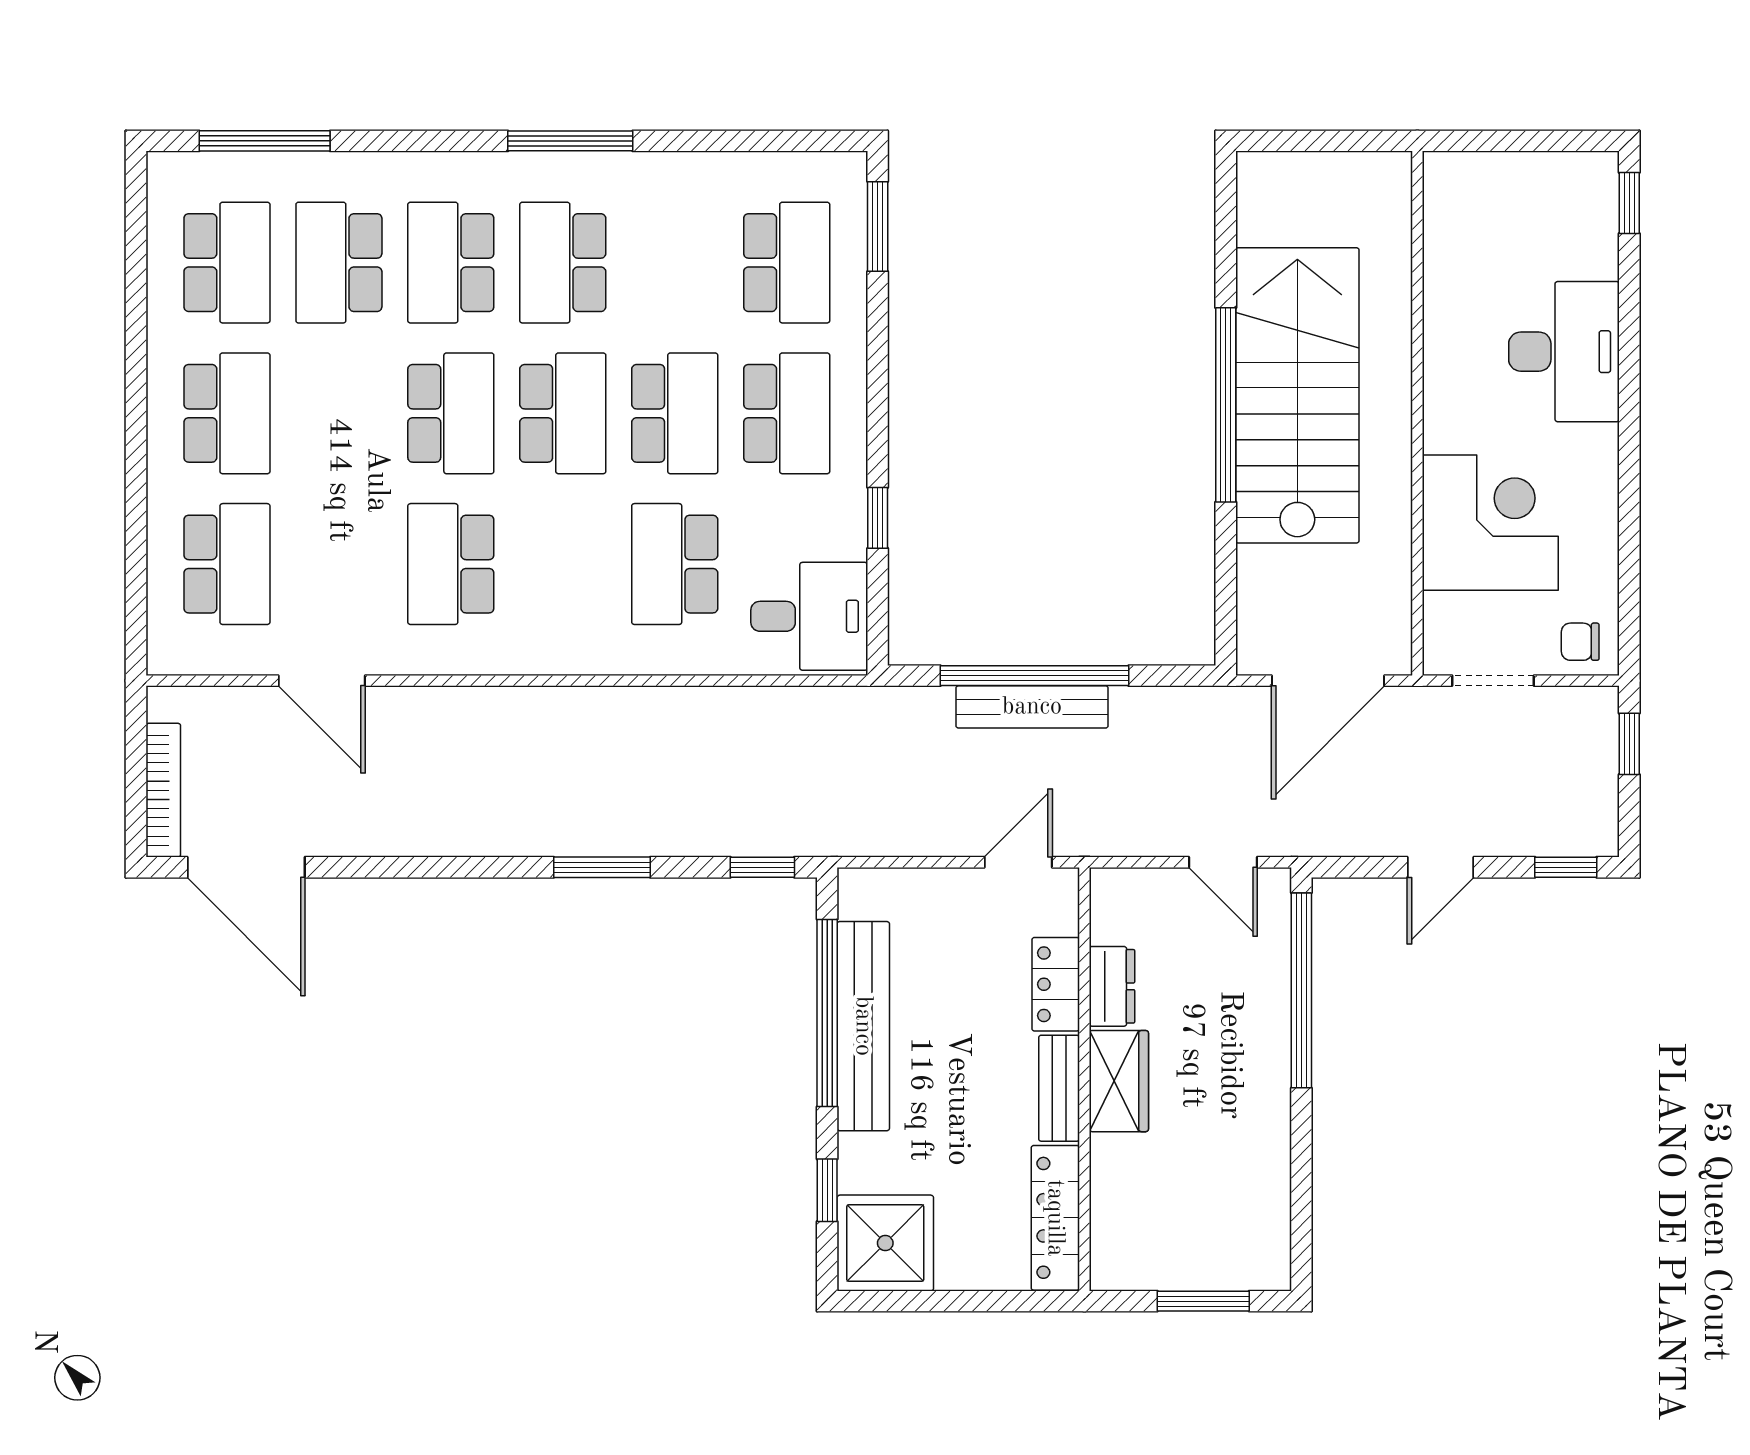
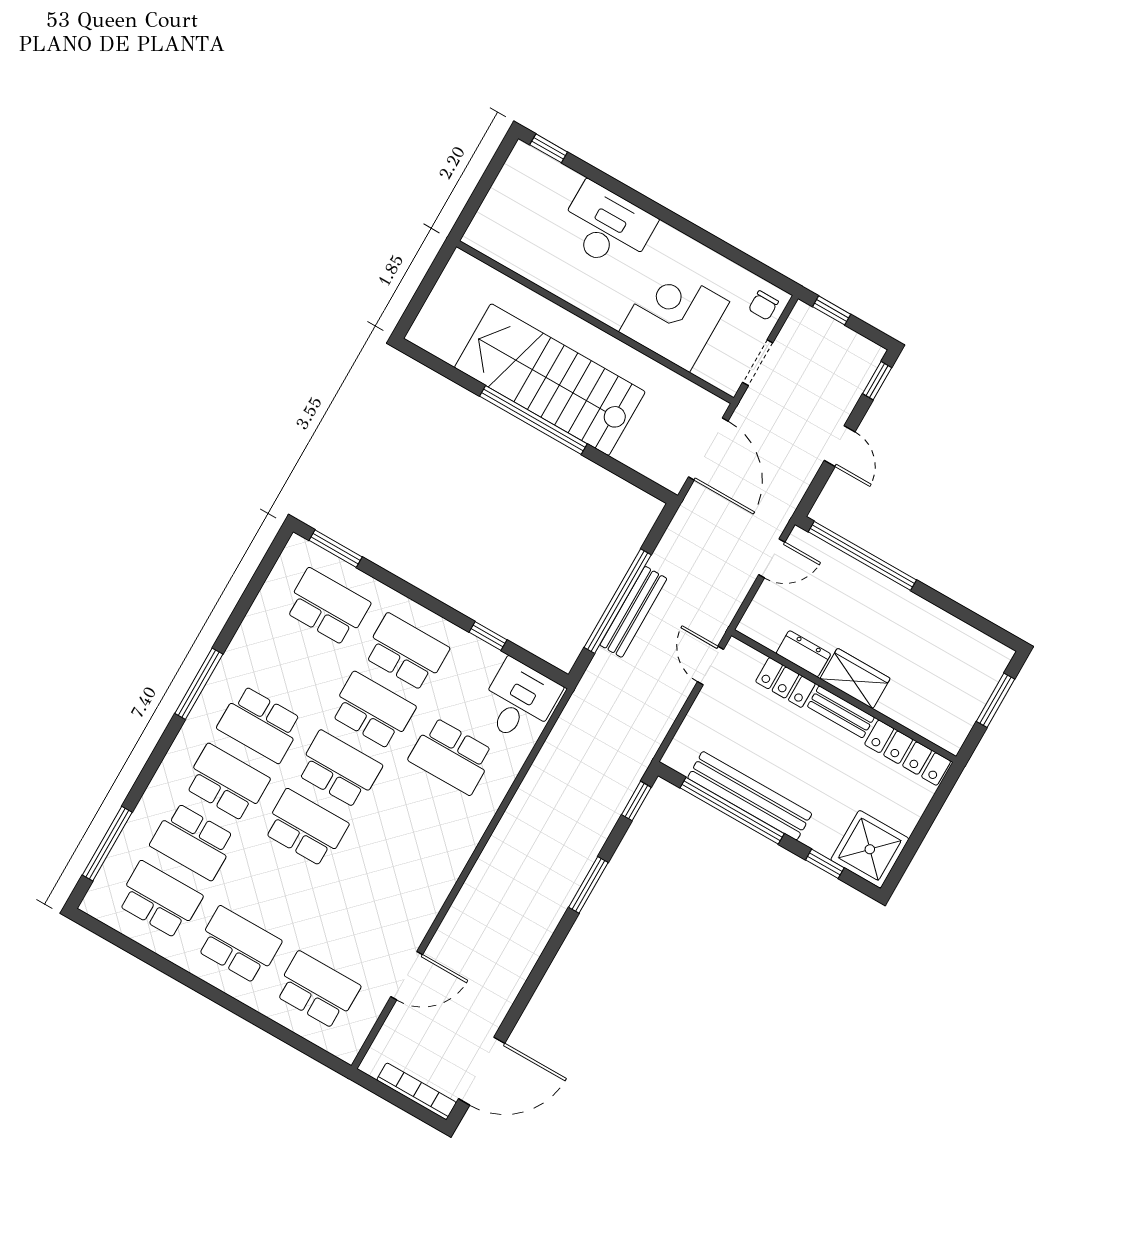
school desk: (451, 263) -> (227, 783), turned 180
school desk: (451, 564) -> (384, 873), removed

